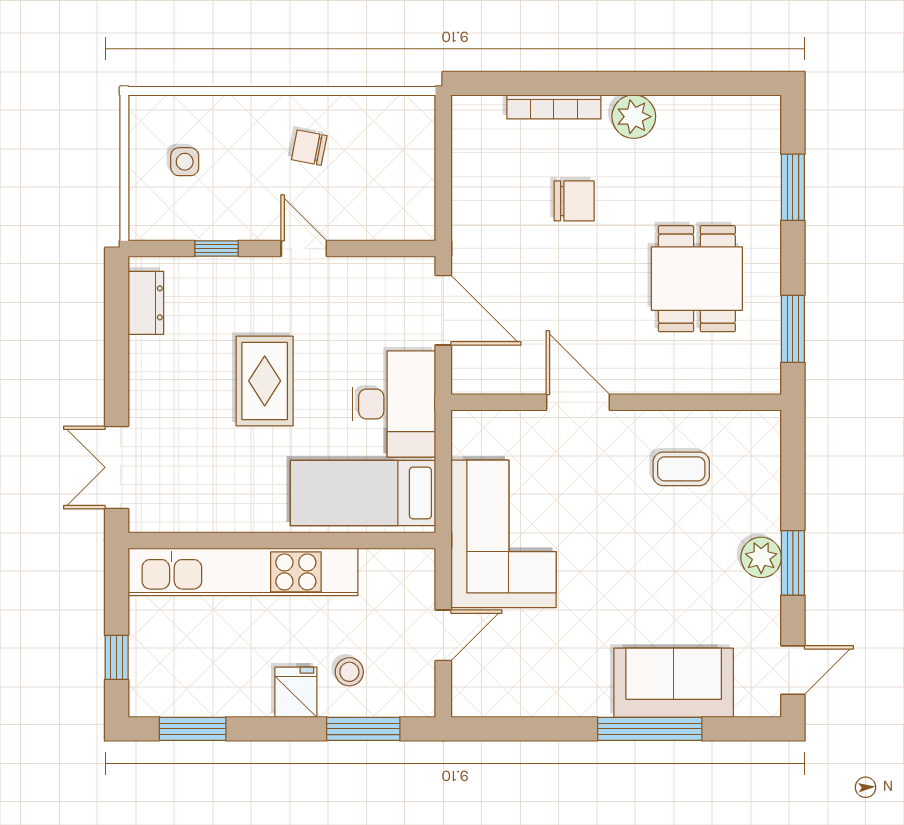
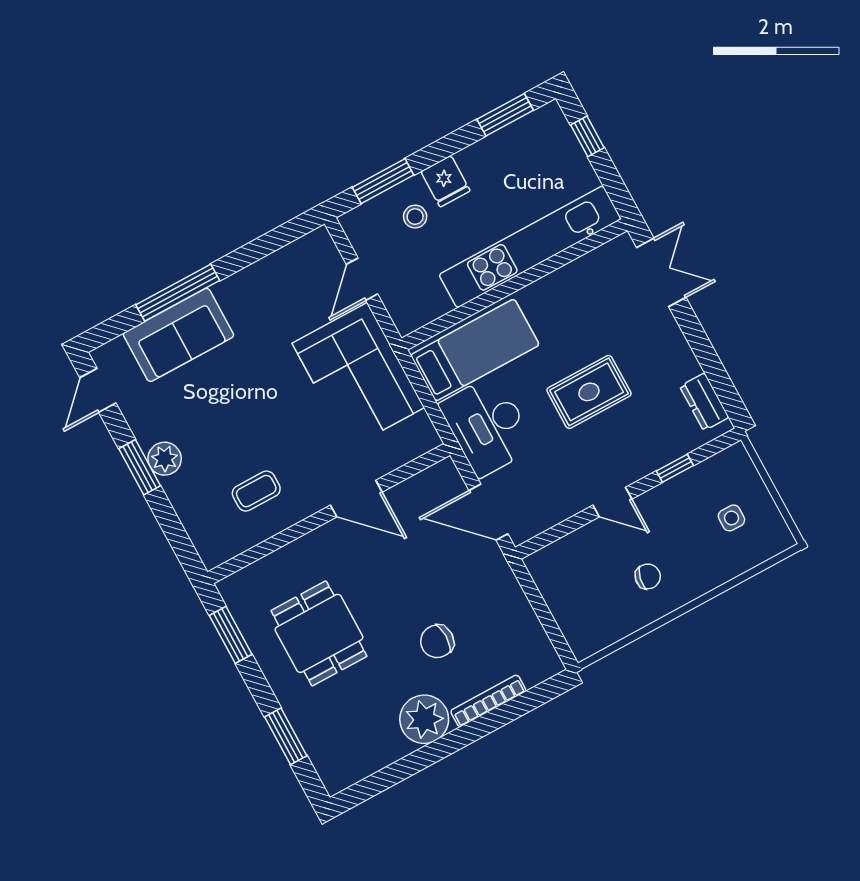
plant: (634, 117) -> (424, 719), width x1.36, depth x1.36
rug: (265, 381) -> (589, 392), turned 90

